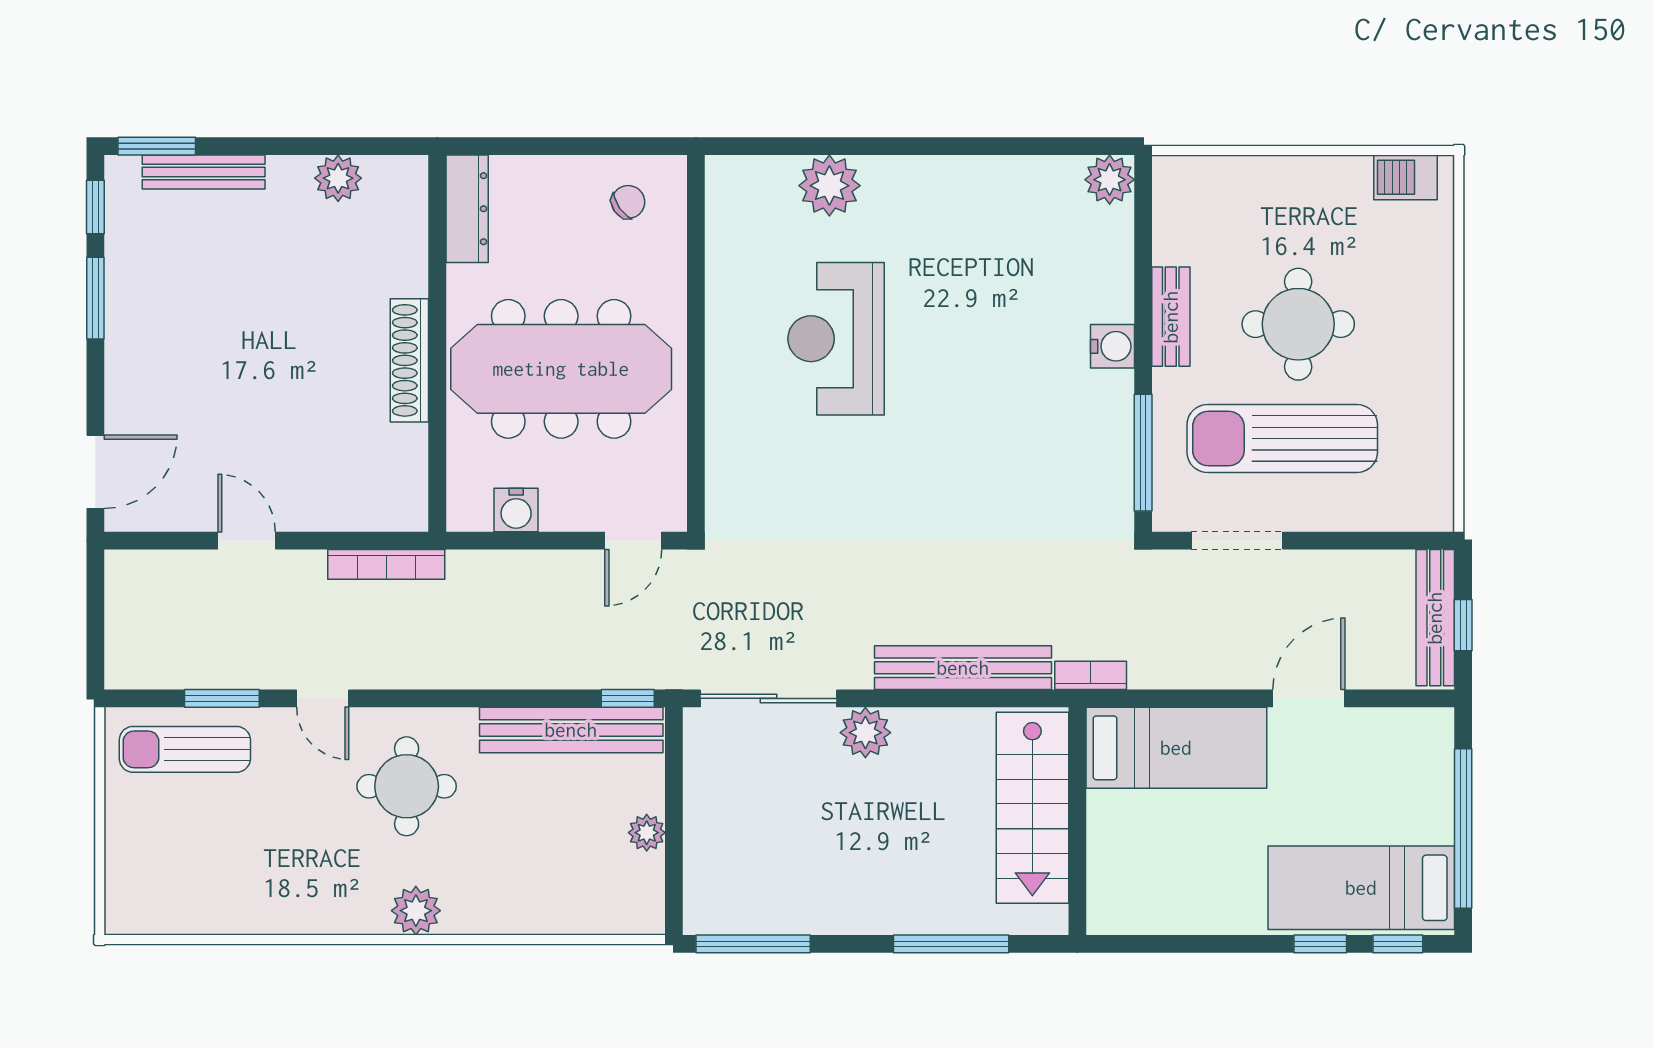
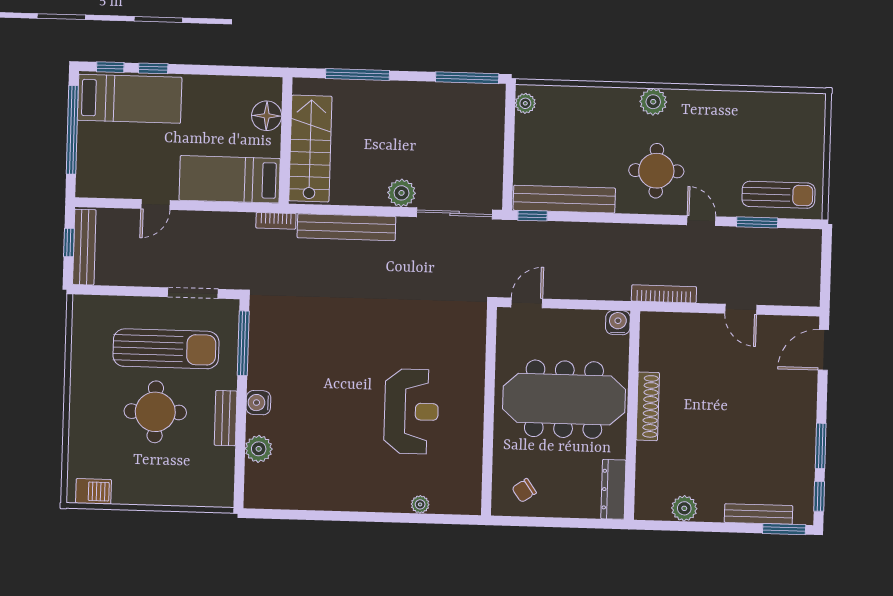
plant: (1110, 180) -> (259, 449), moved
plant: (829, 186) -> (420, 504), width x0.53, depth x0.53
water cooler: (516, 510) -> (618, 323), moved
door: (1309, 698) -> (155, 204), width x0.73
plant: (647, 833) -> (525, 103), moved
floor lamp: (1113, 864) -> (267, 116), added

